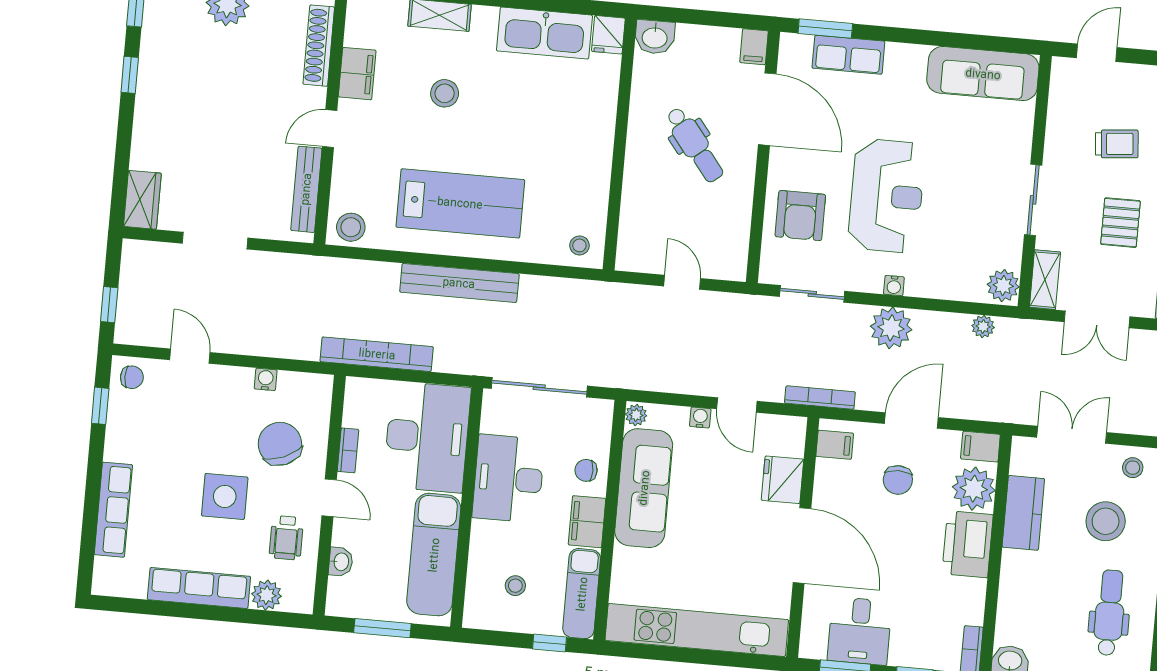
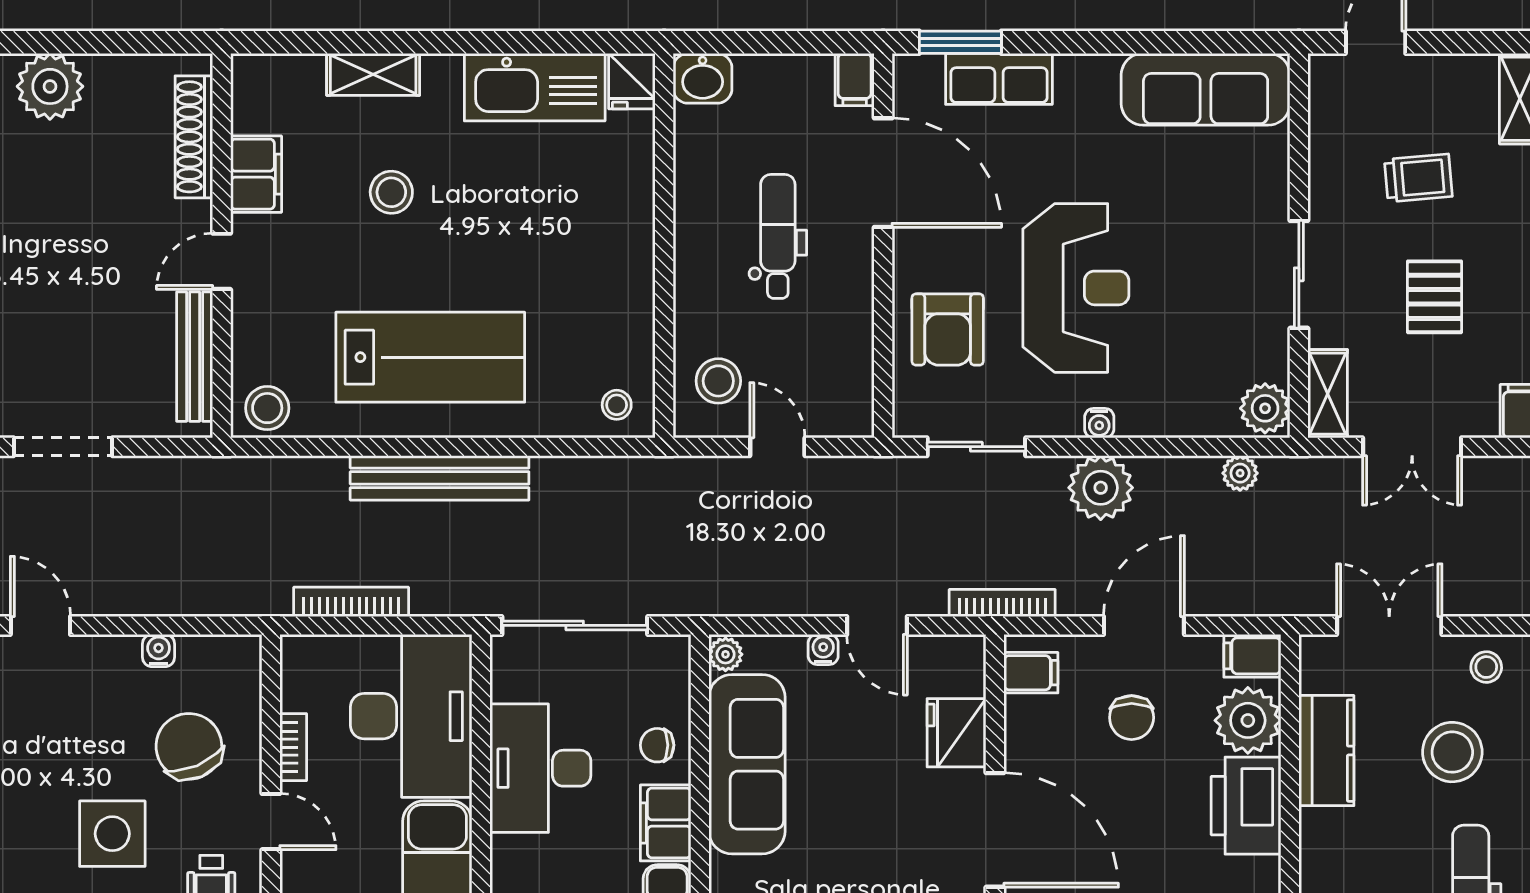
dental chair: (695, 145) -> (778, 236), turned -142
stool: (647, 236) -> (718, 381), added
bookcase: (377, 354) -> (351, 602), width x0.68, depth x0.76

